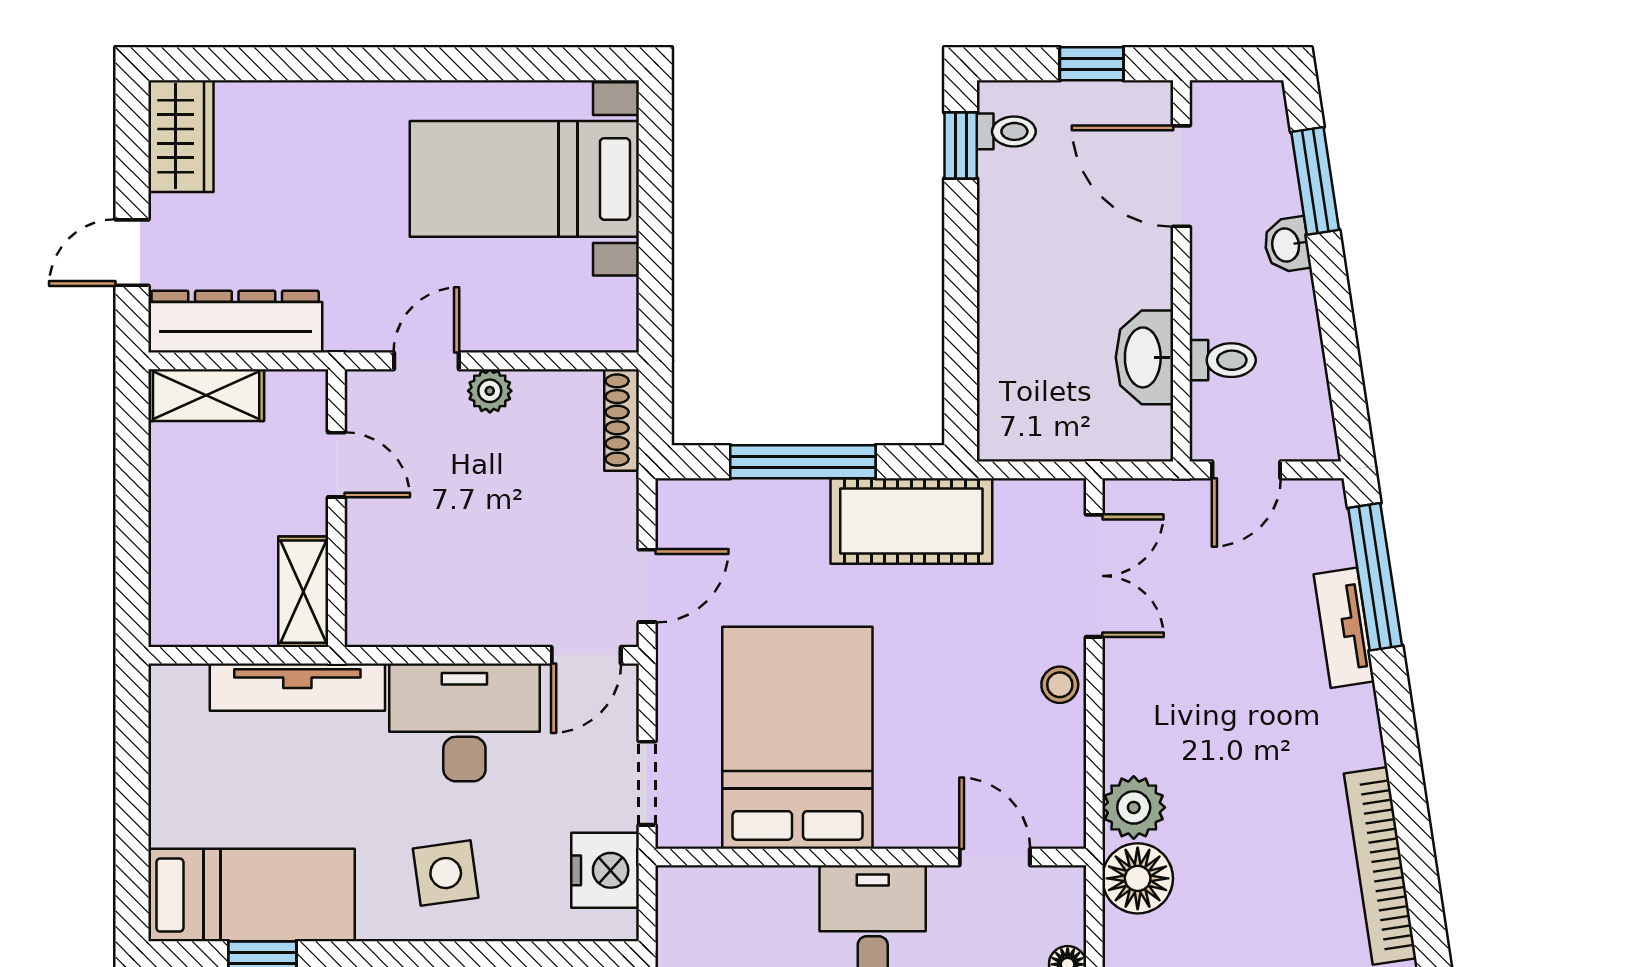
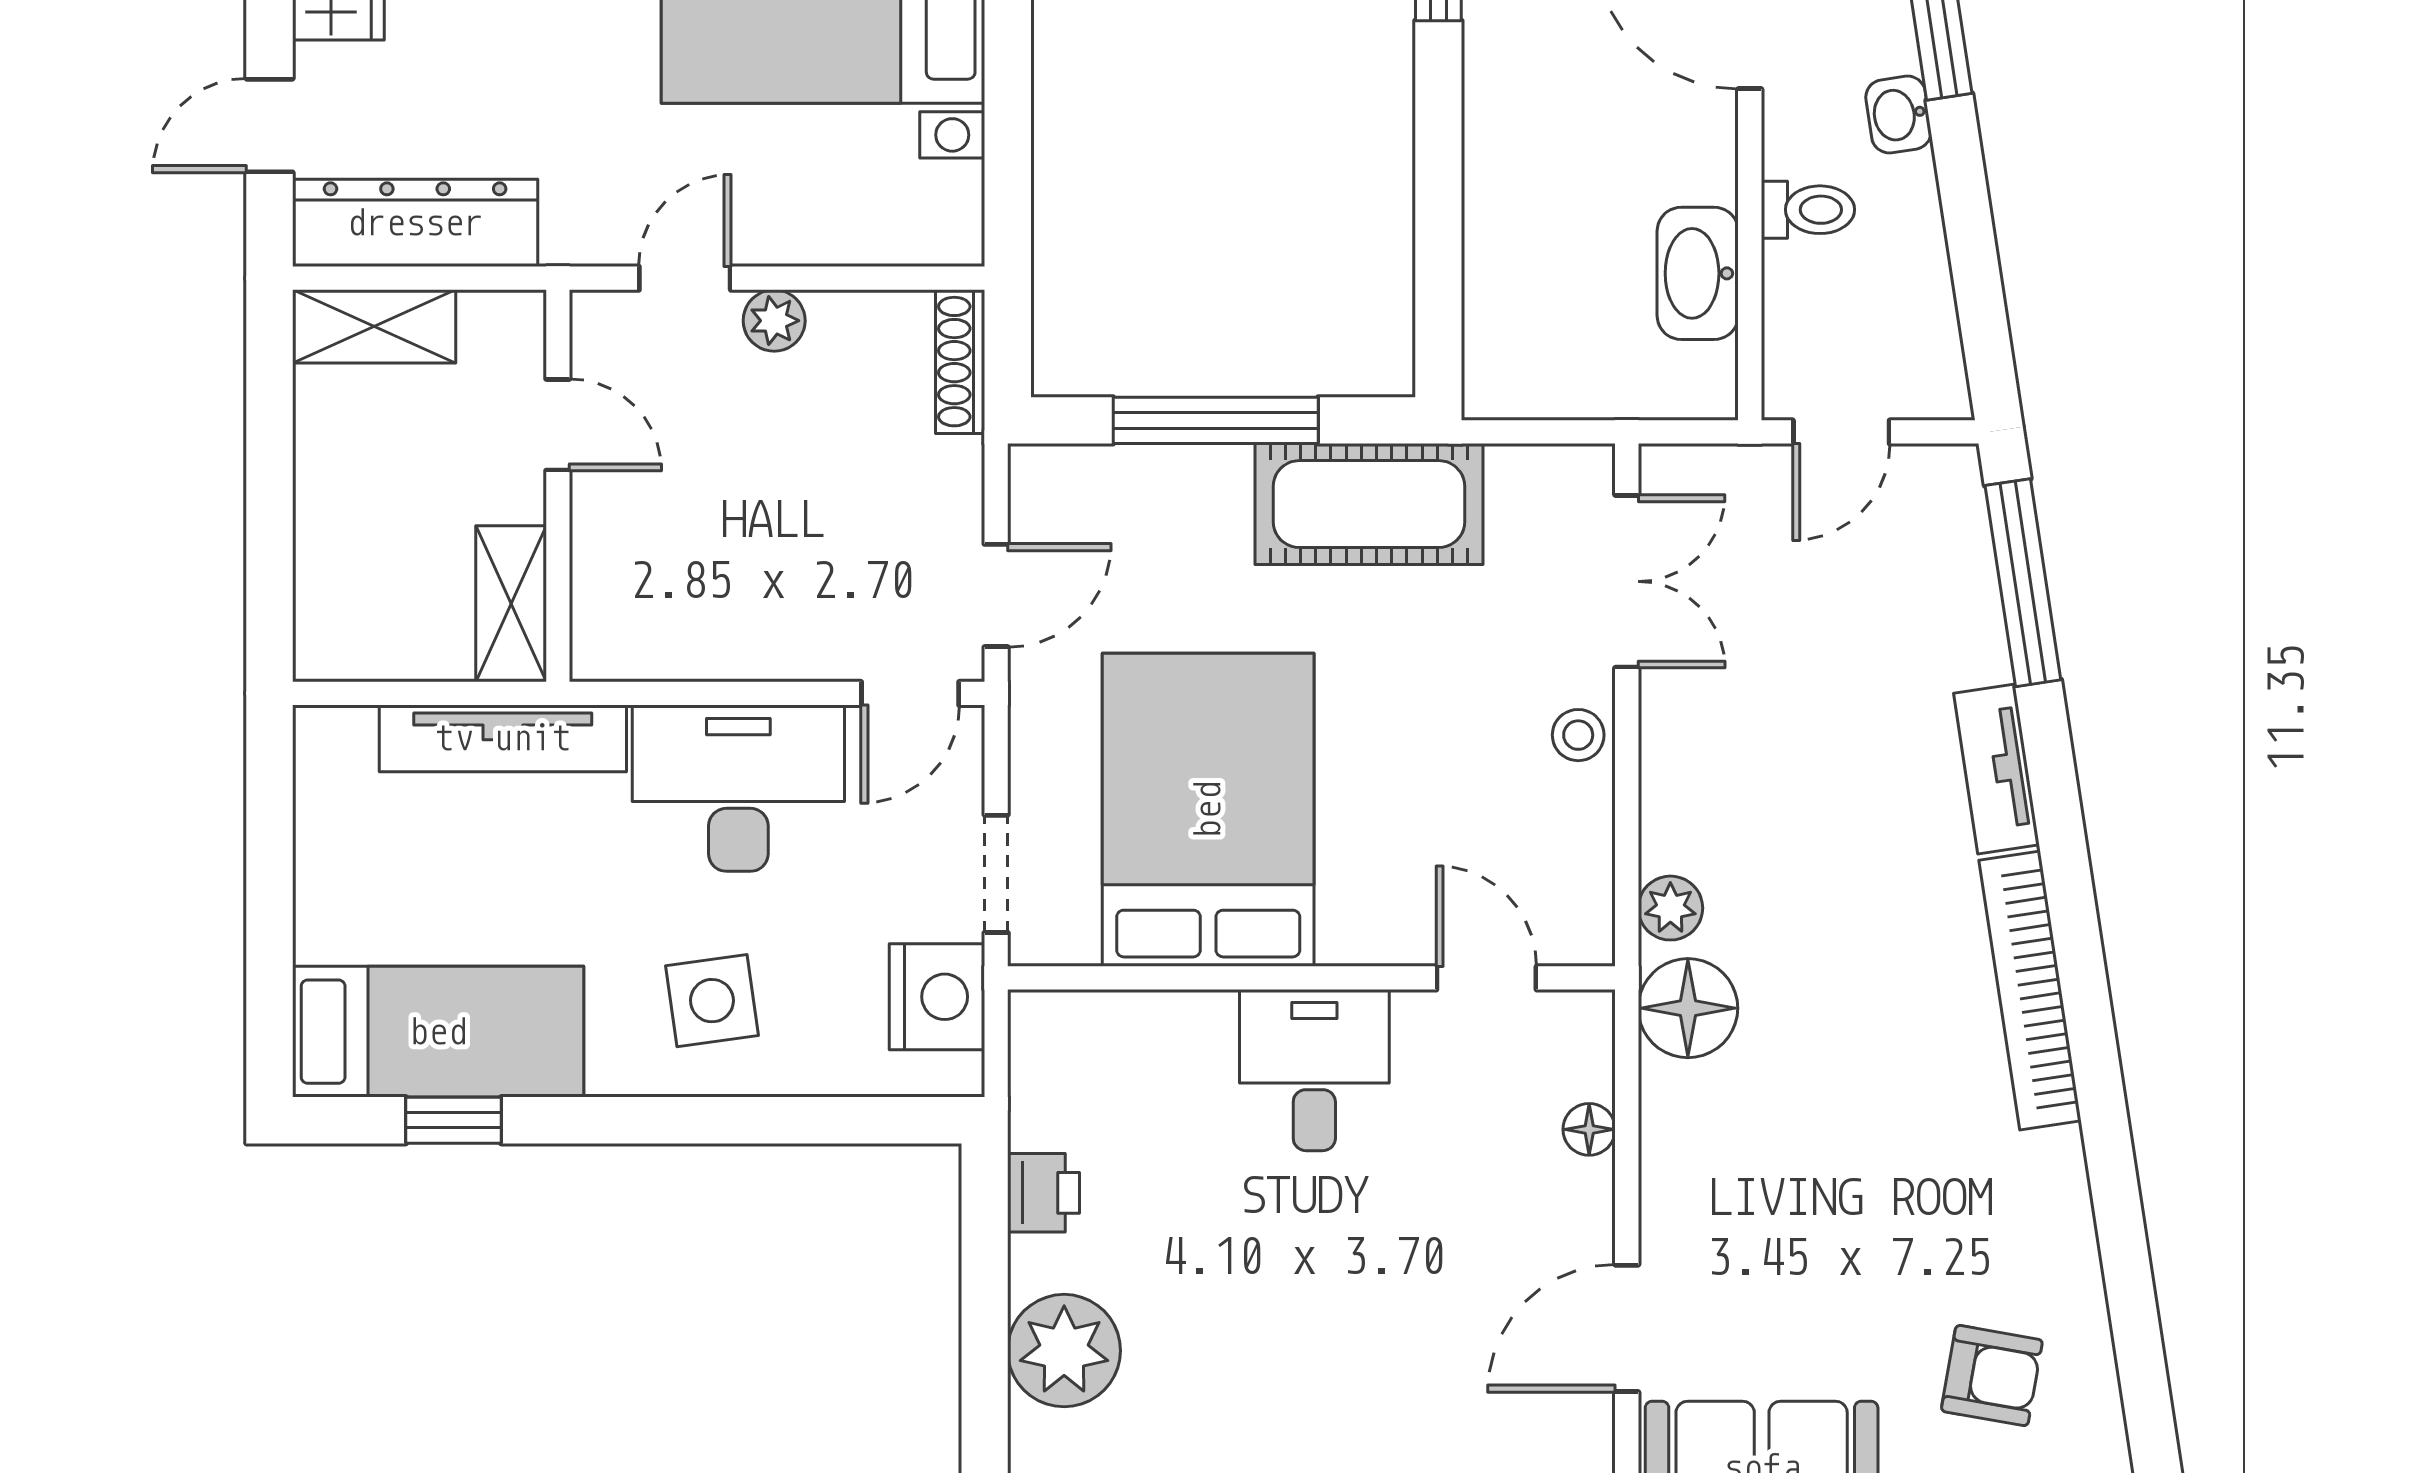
toilet: (1223, 360) -> (1808, 210), moved
tv unit: (1344, 628) -> (1996, 769), moved
plant: (1134, 807) -> (1670, 908), width x0.73, depth x0.73

